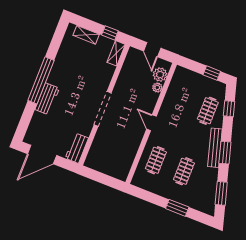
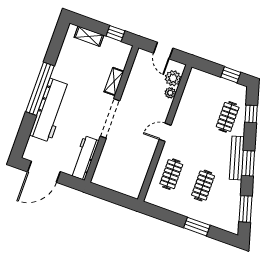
shelving: (116, 53) -> (114, 81), moved
workbench: (47, 99) -> (50, 110), width x1.88, depth x1.32
door: (151, 123) -> (165, 132), hinge flipped
workbench: (77, 148) -> (84, 158), width x1.38

